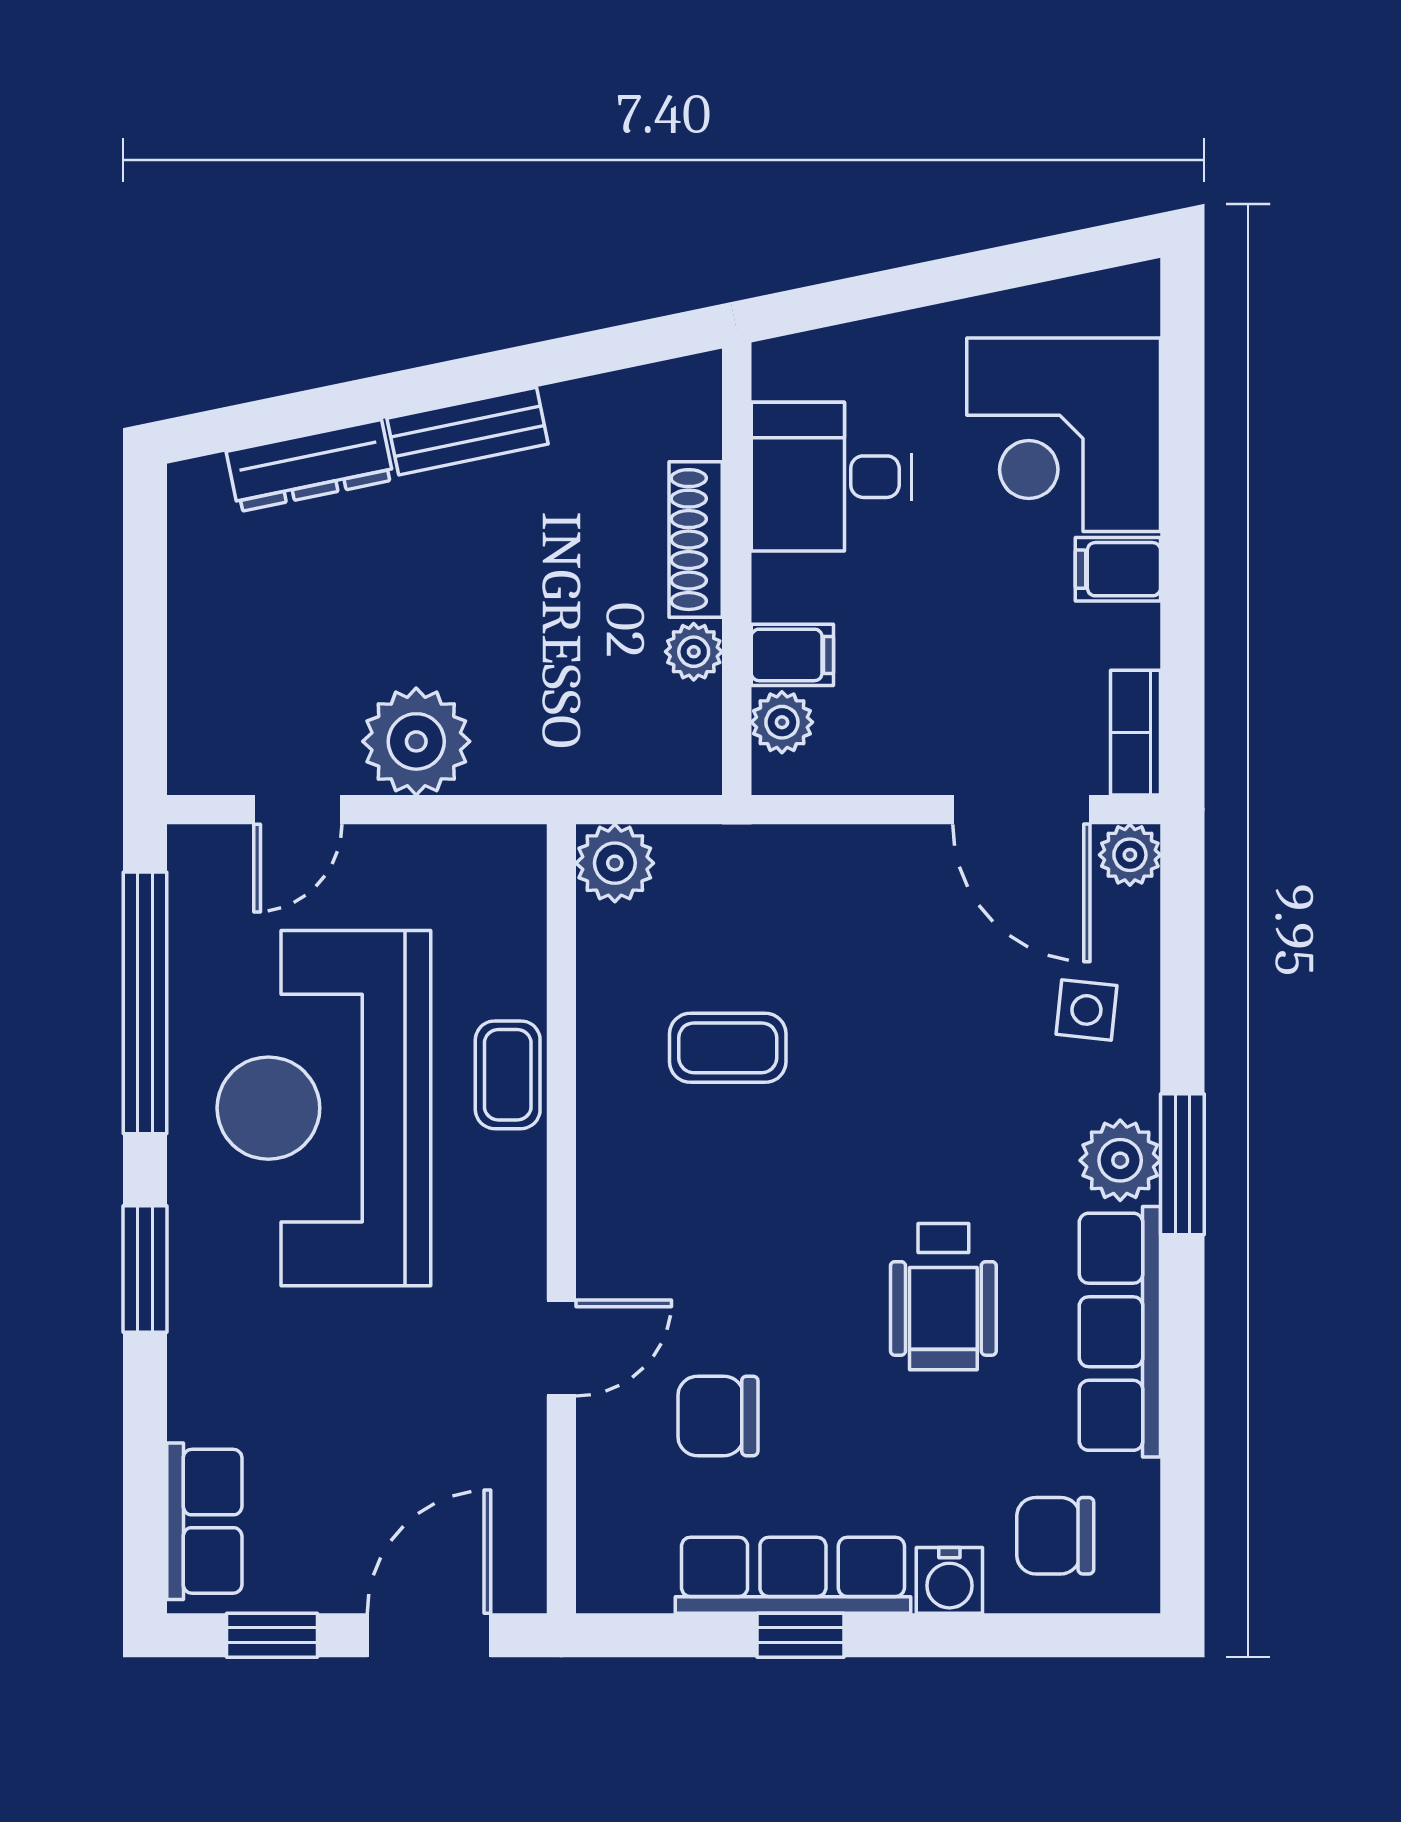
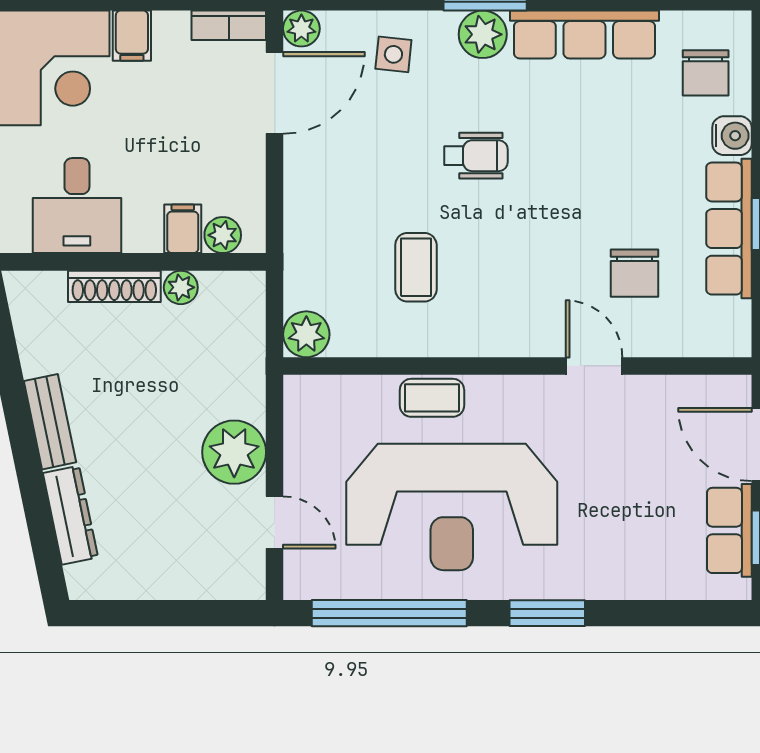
wheelchair: (943, 1297) -> (476, 156), moved, width x0.73, depth x0.73
row of seats: (204, 1521) -> (729, 530), moved, turned -90

